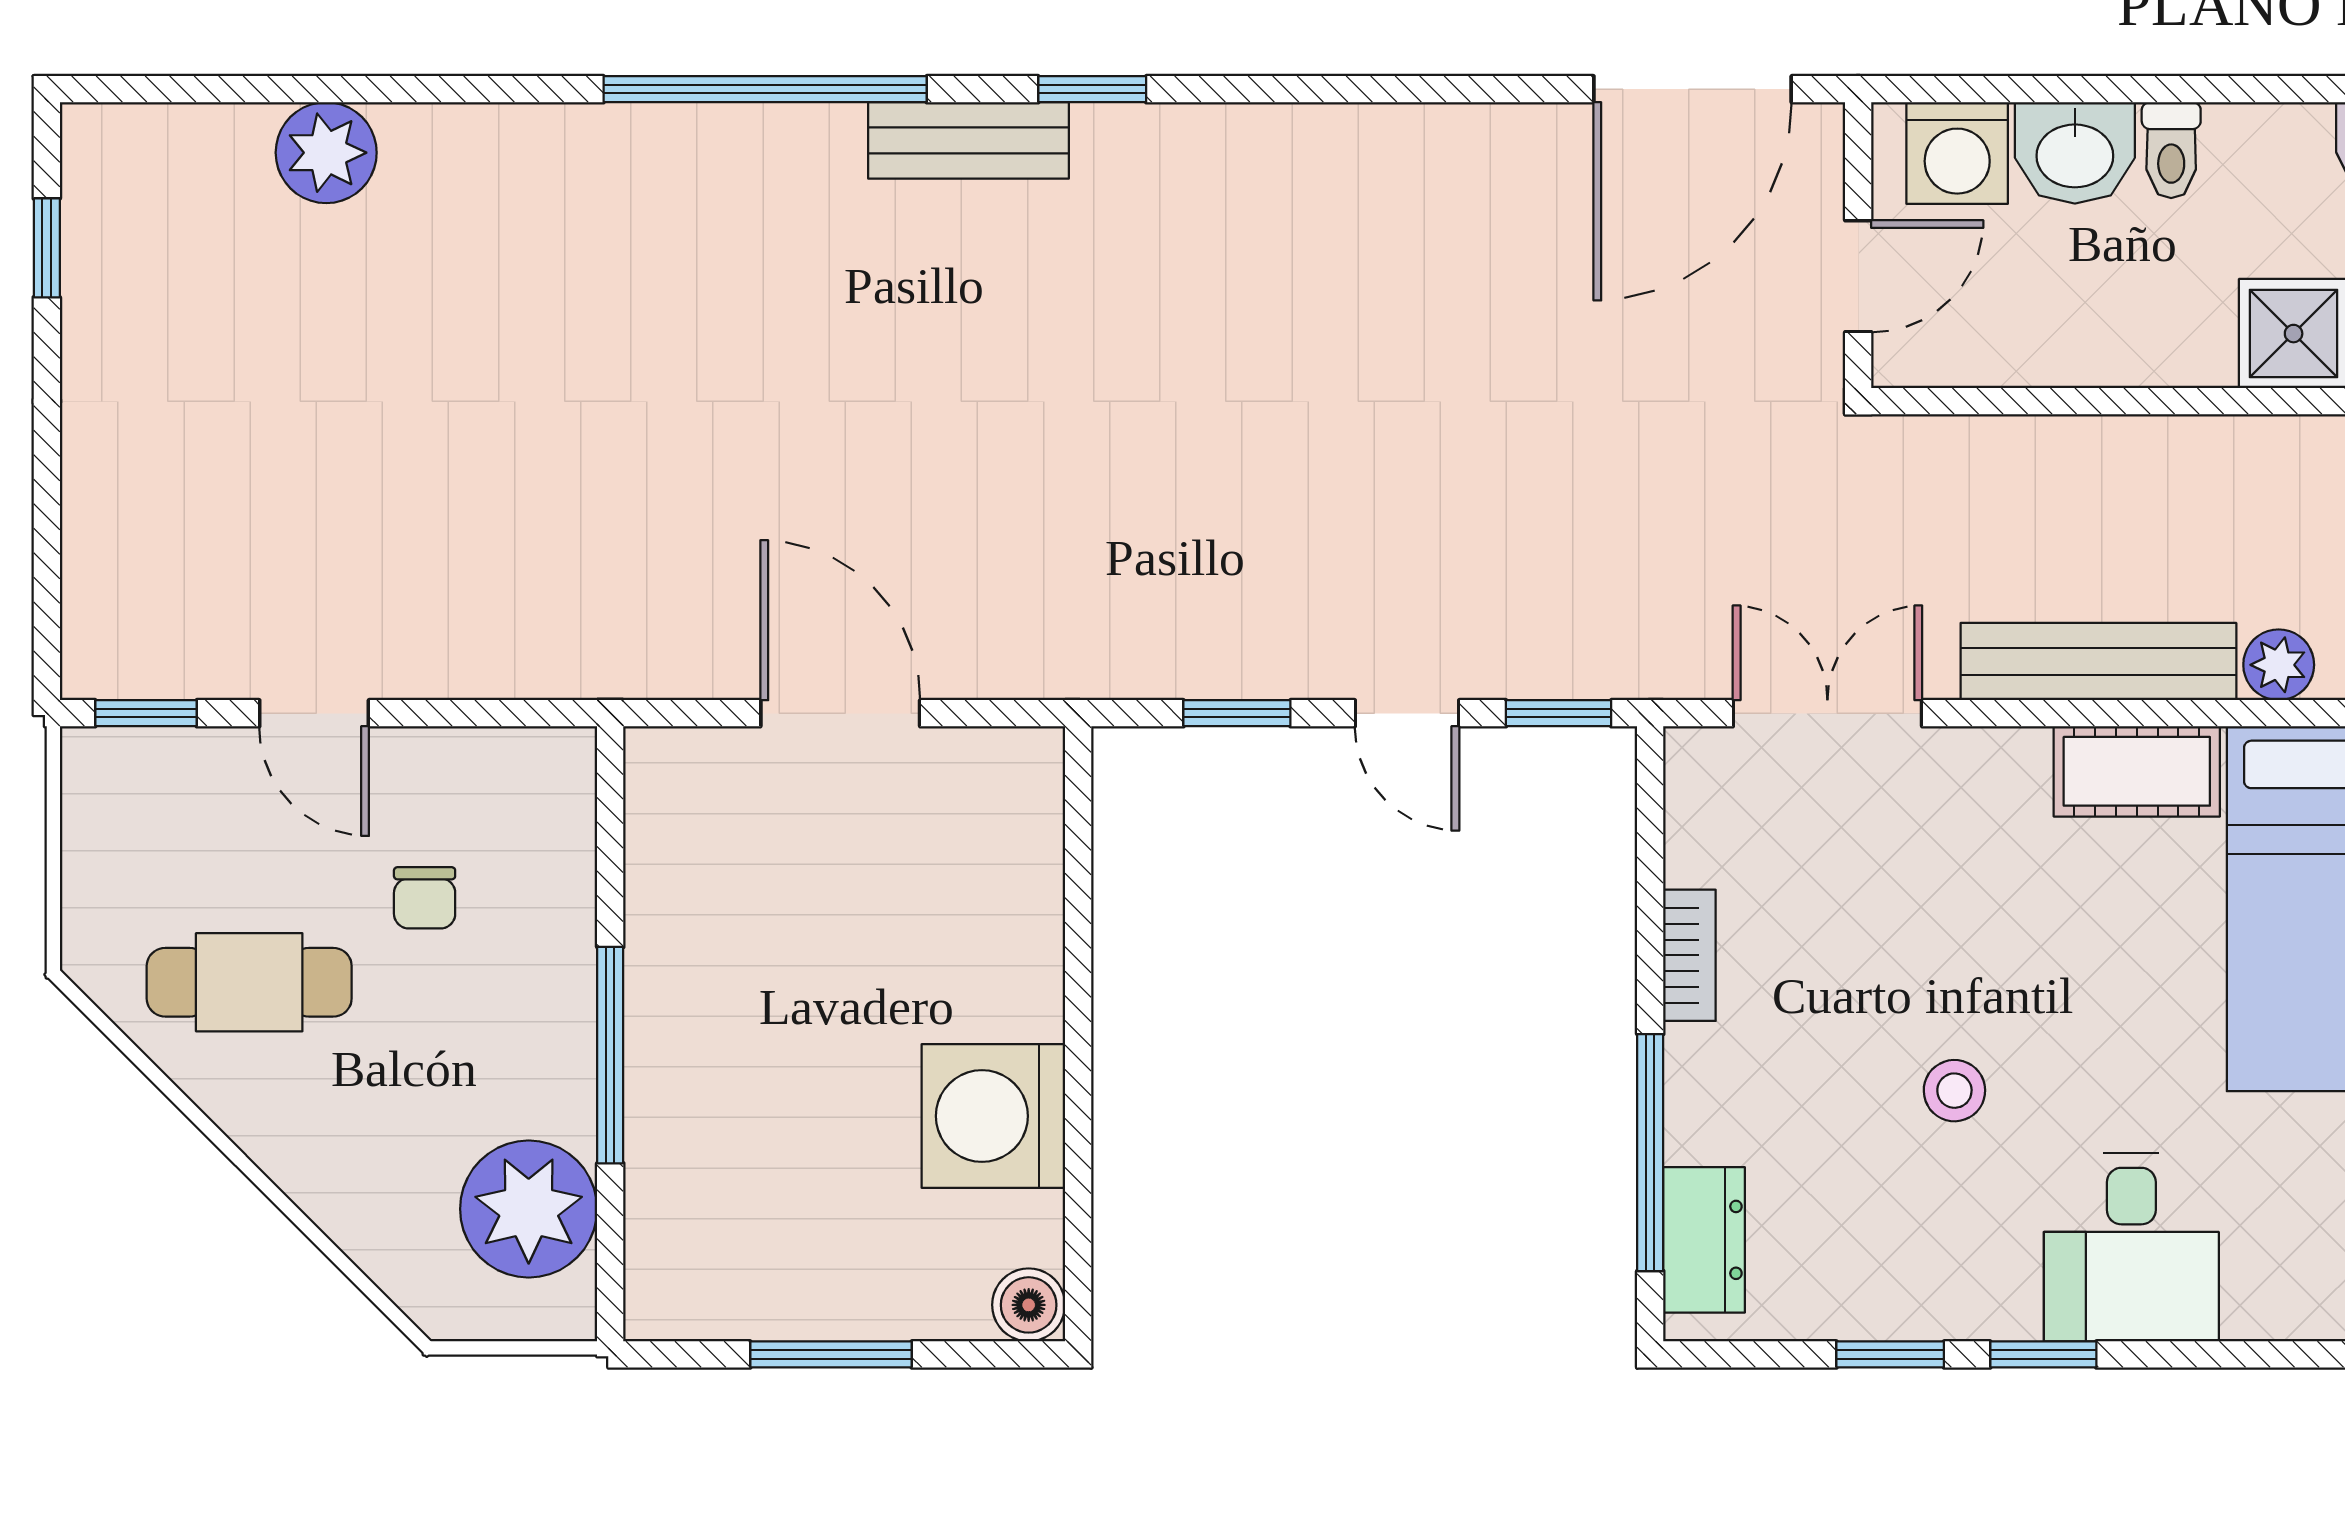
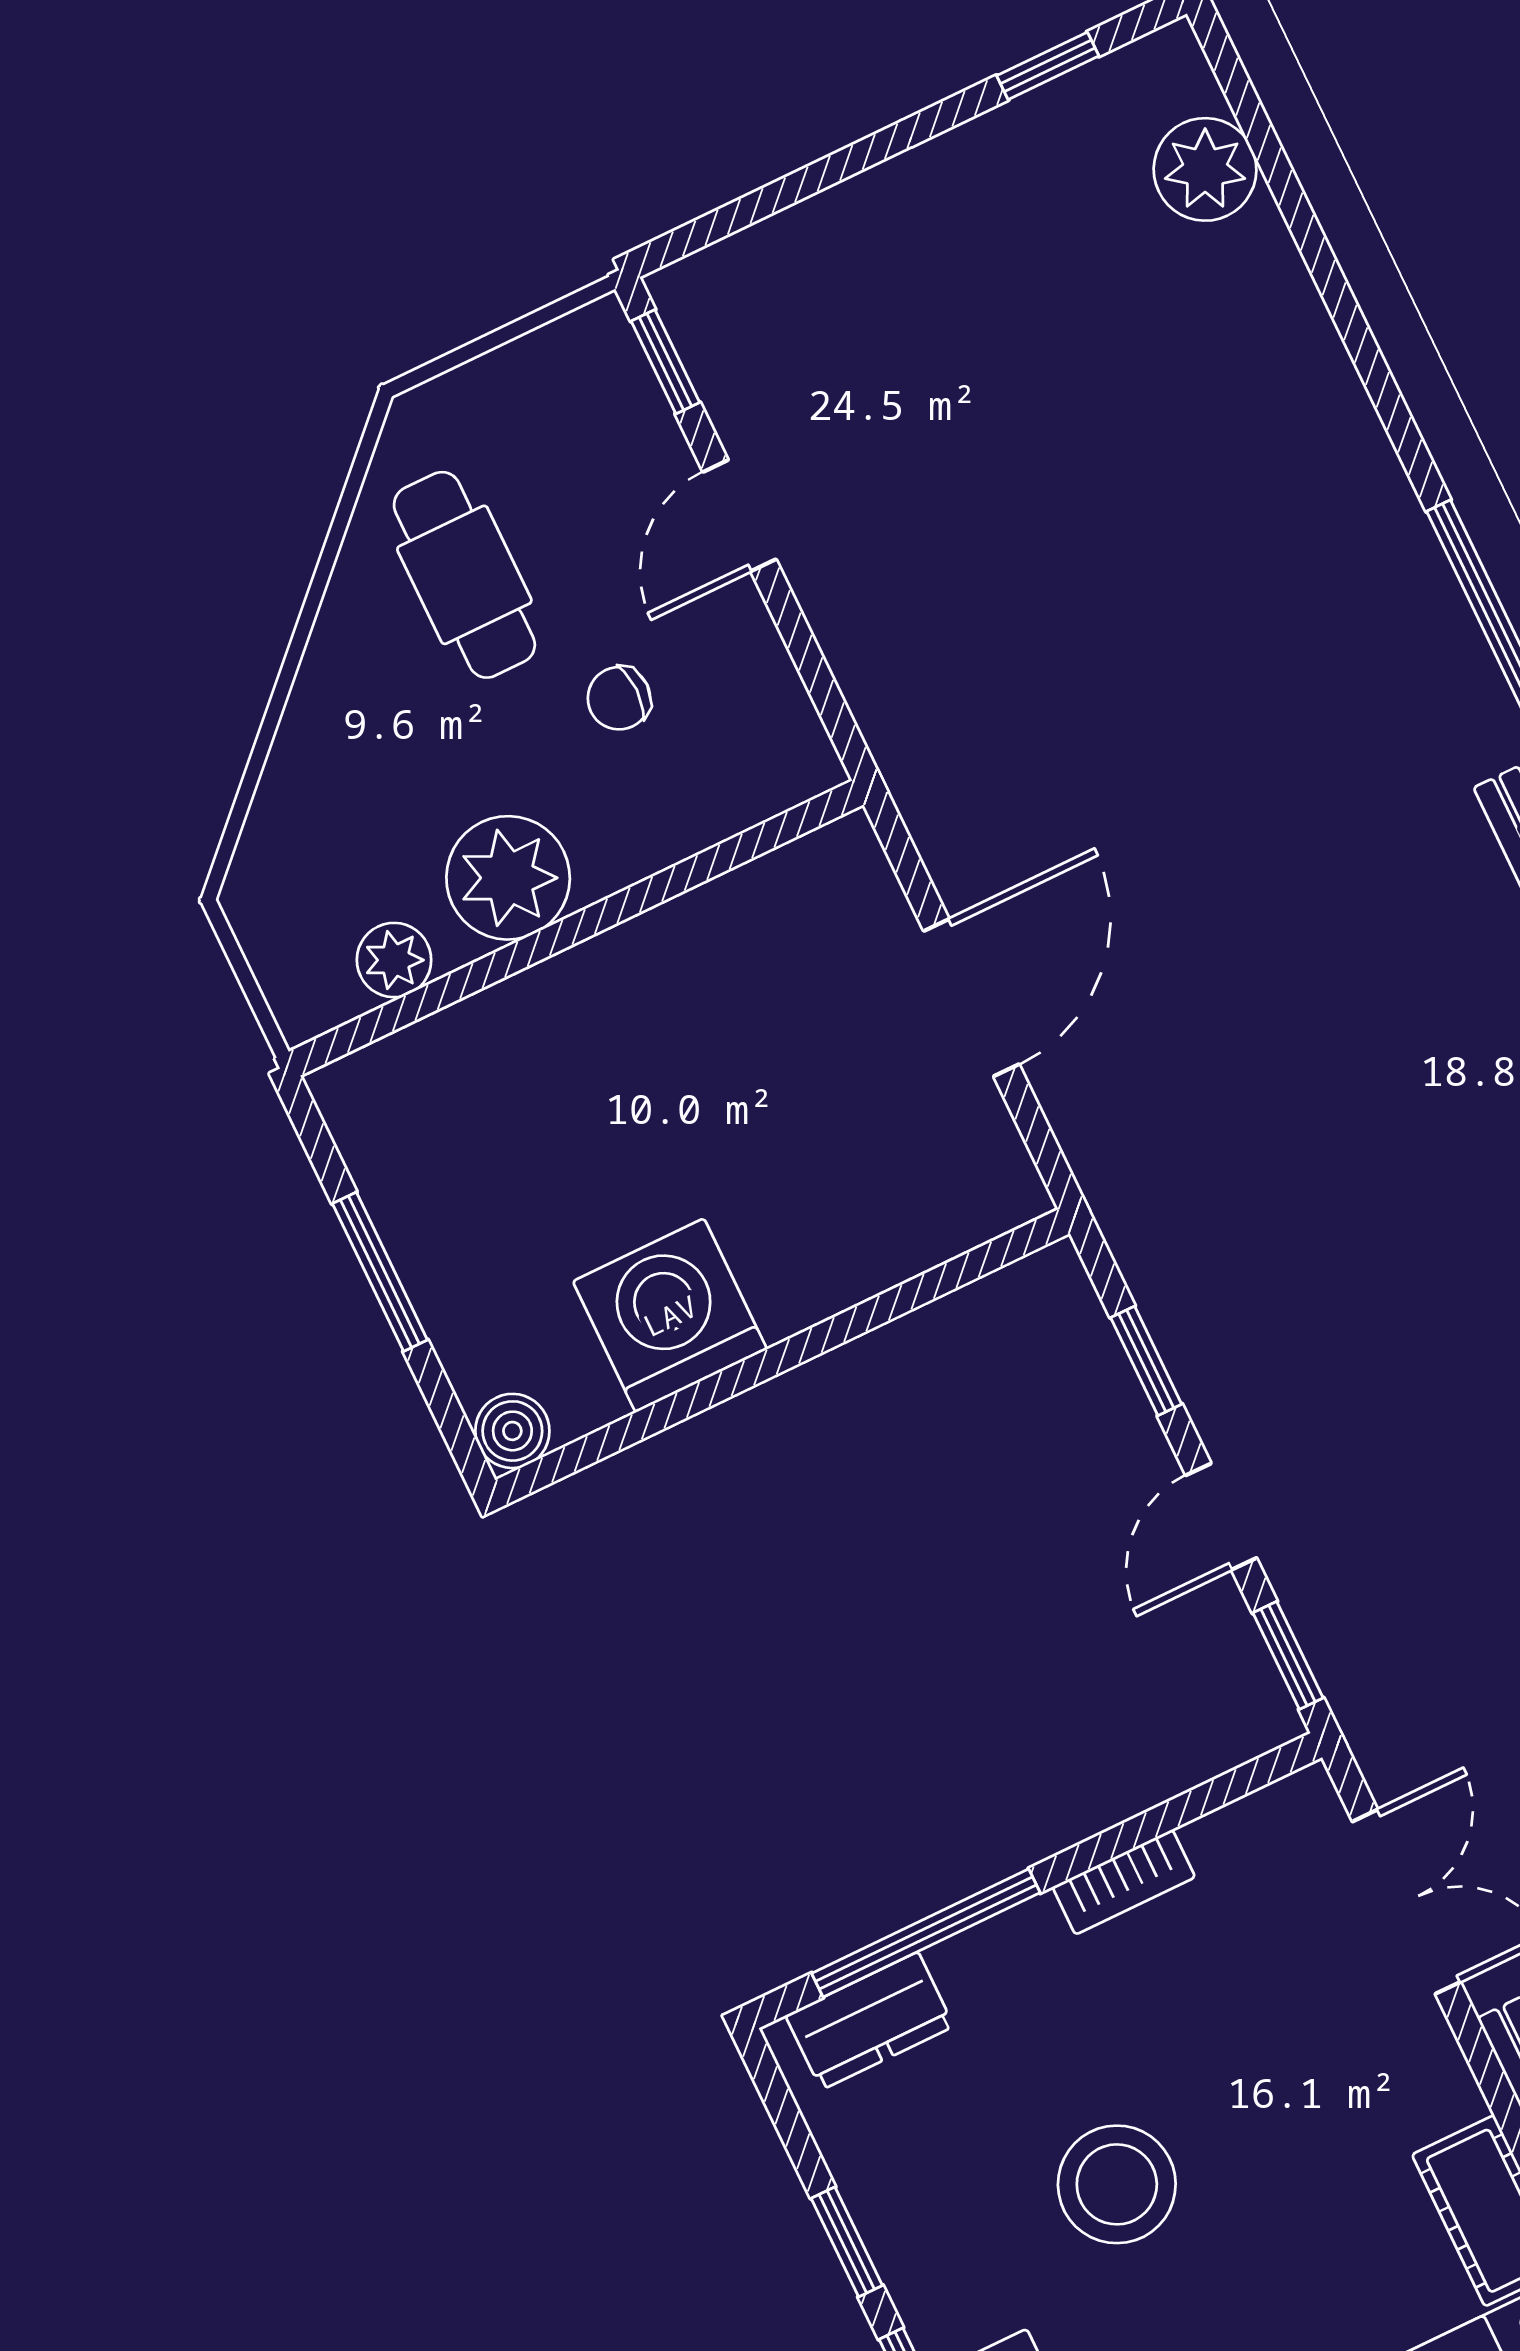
plant: (326, 153) -> (1205, 169), moved
window: (610, 1055) -> (557, 938), removed
plant: (536, 1073) -> (508, 878), added
stool: (1954, 1091) -> (1117, 2184), width x1.89, depth x1.89
plant: (529, 1209) -> (394, 960), width x0.53, depth x0.53

